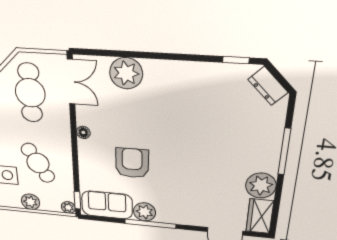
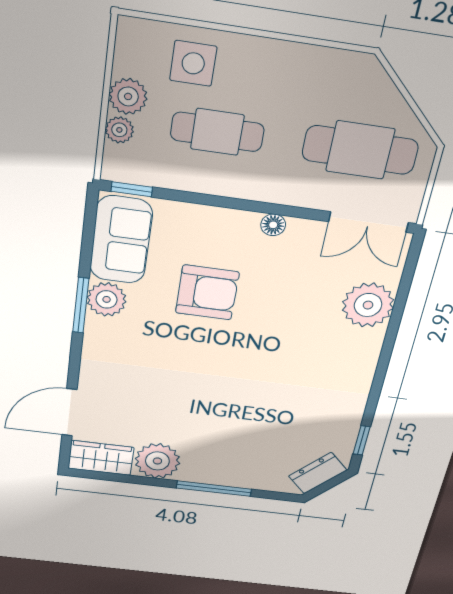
cafe table: (38, 163) -> (217, 132), turned 30
plant: (68, 207) -> (119, 130), moved
window: (150, 224) -> (81, 305), width x0.69

